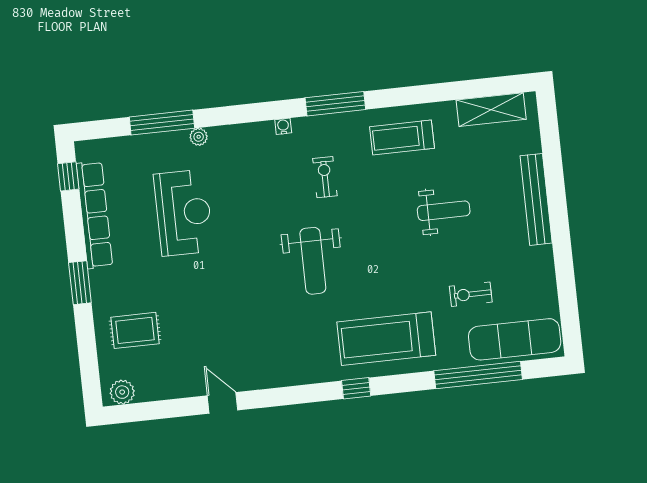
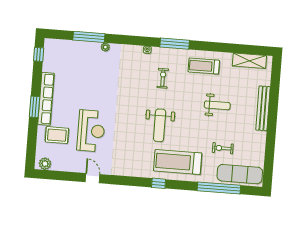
reception desk: (183, 213) -> (91, 131), moved
row of seats: (94, 215) -> (46, 99), moved
weight bench: (313, 261) -> (160, 125), moved

